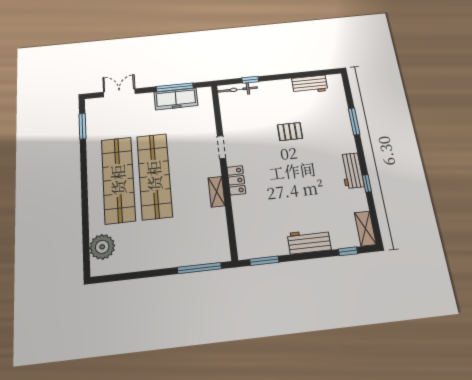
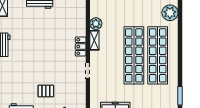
pallet: (290, 132) -> (46, 91), moved
plant: (217, 217) -> (96, 24), added

